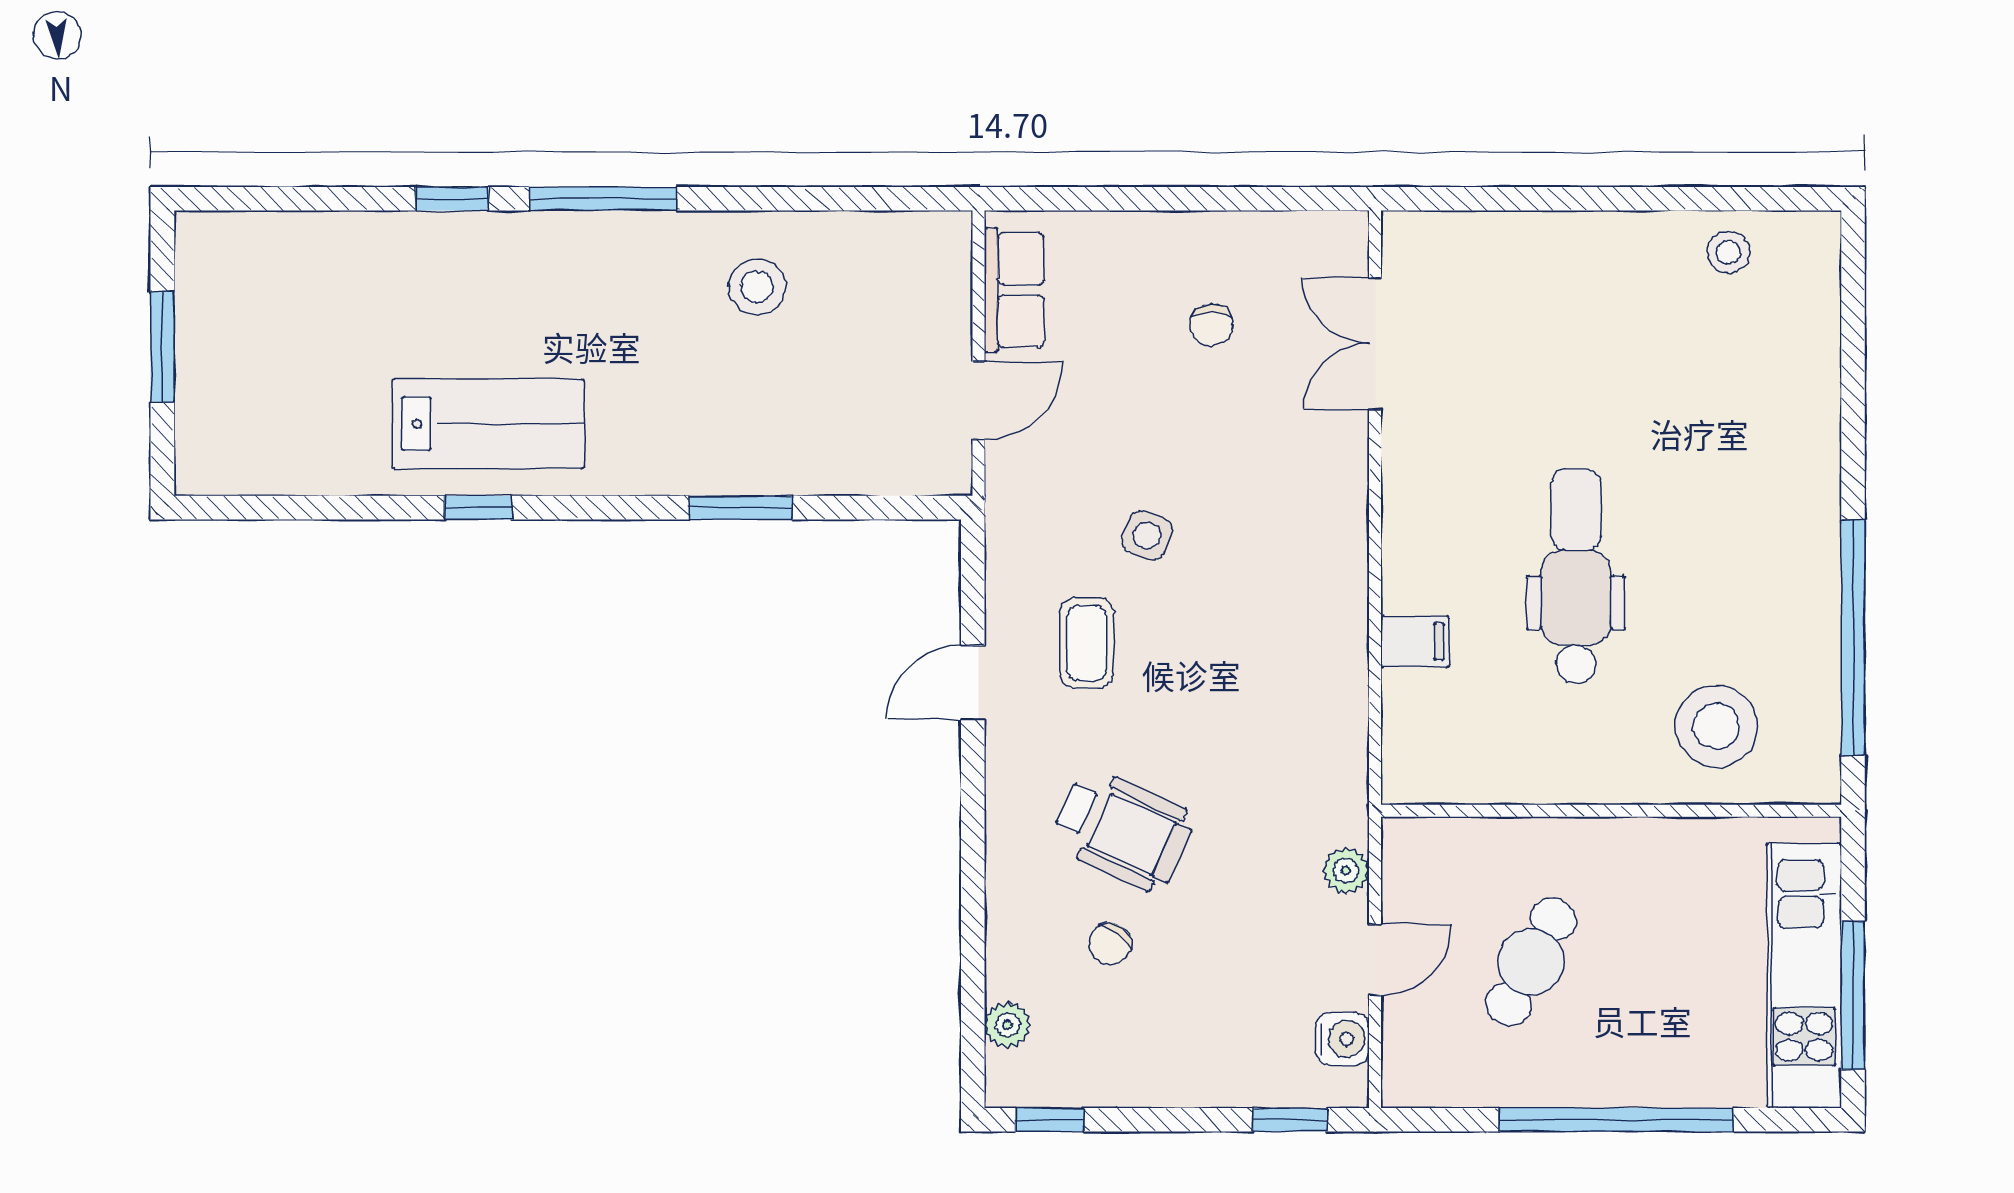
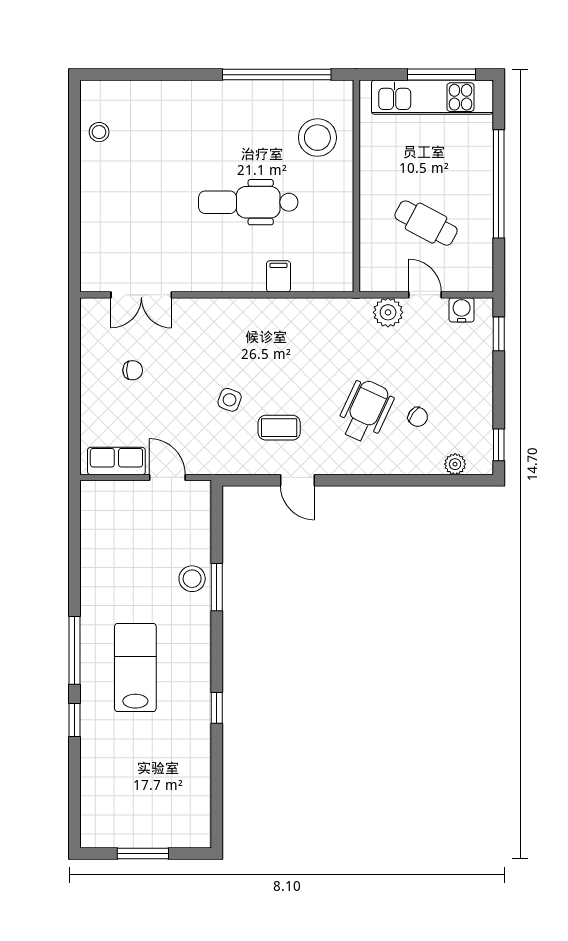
stool: (757, 287) -> (192, 579), moved
lab bench: (488, 424) -> (135, 667), moved
plant: (1346, 871) -> (388, 312), width x1.38, depth x1.38

